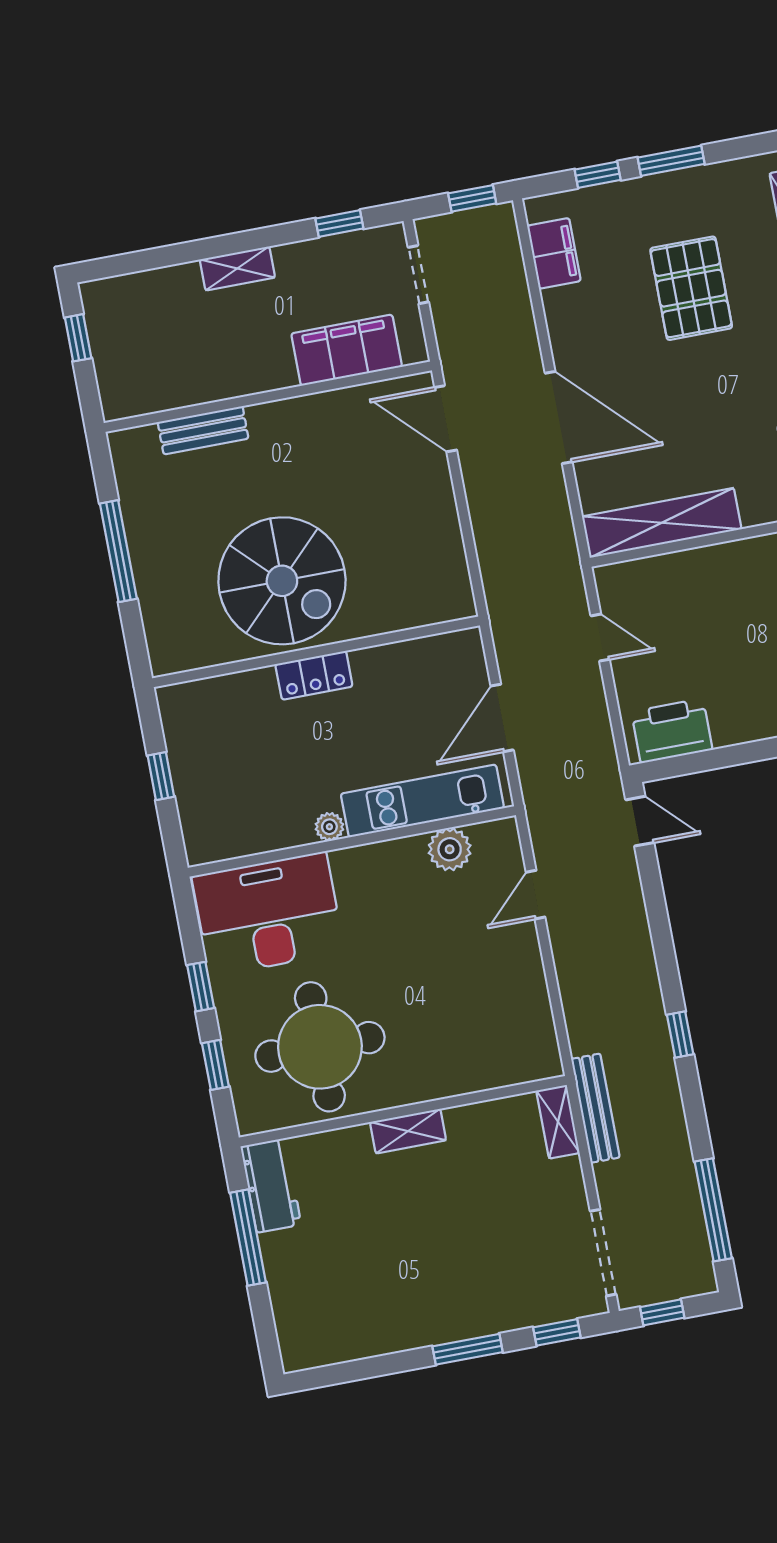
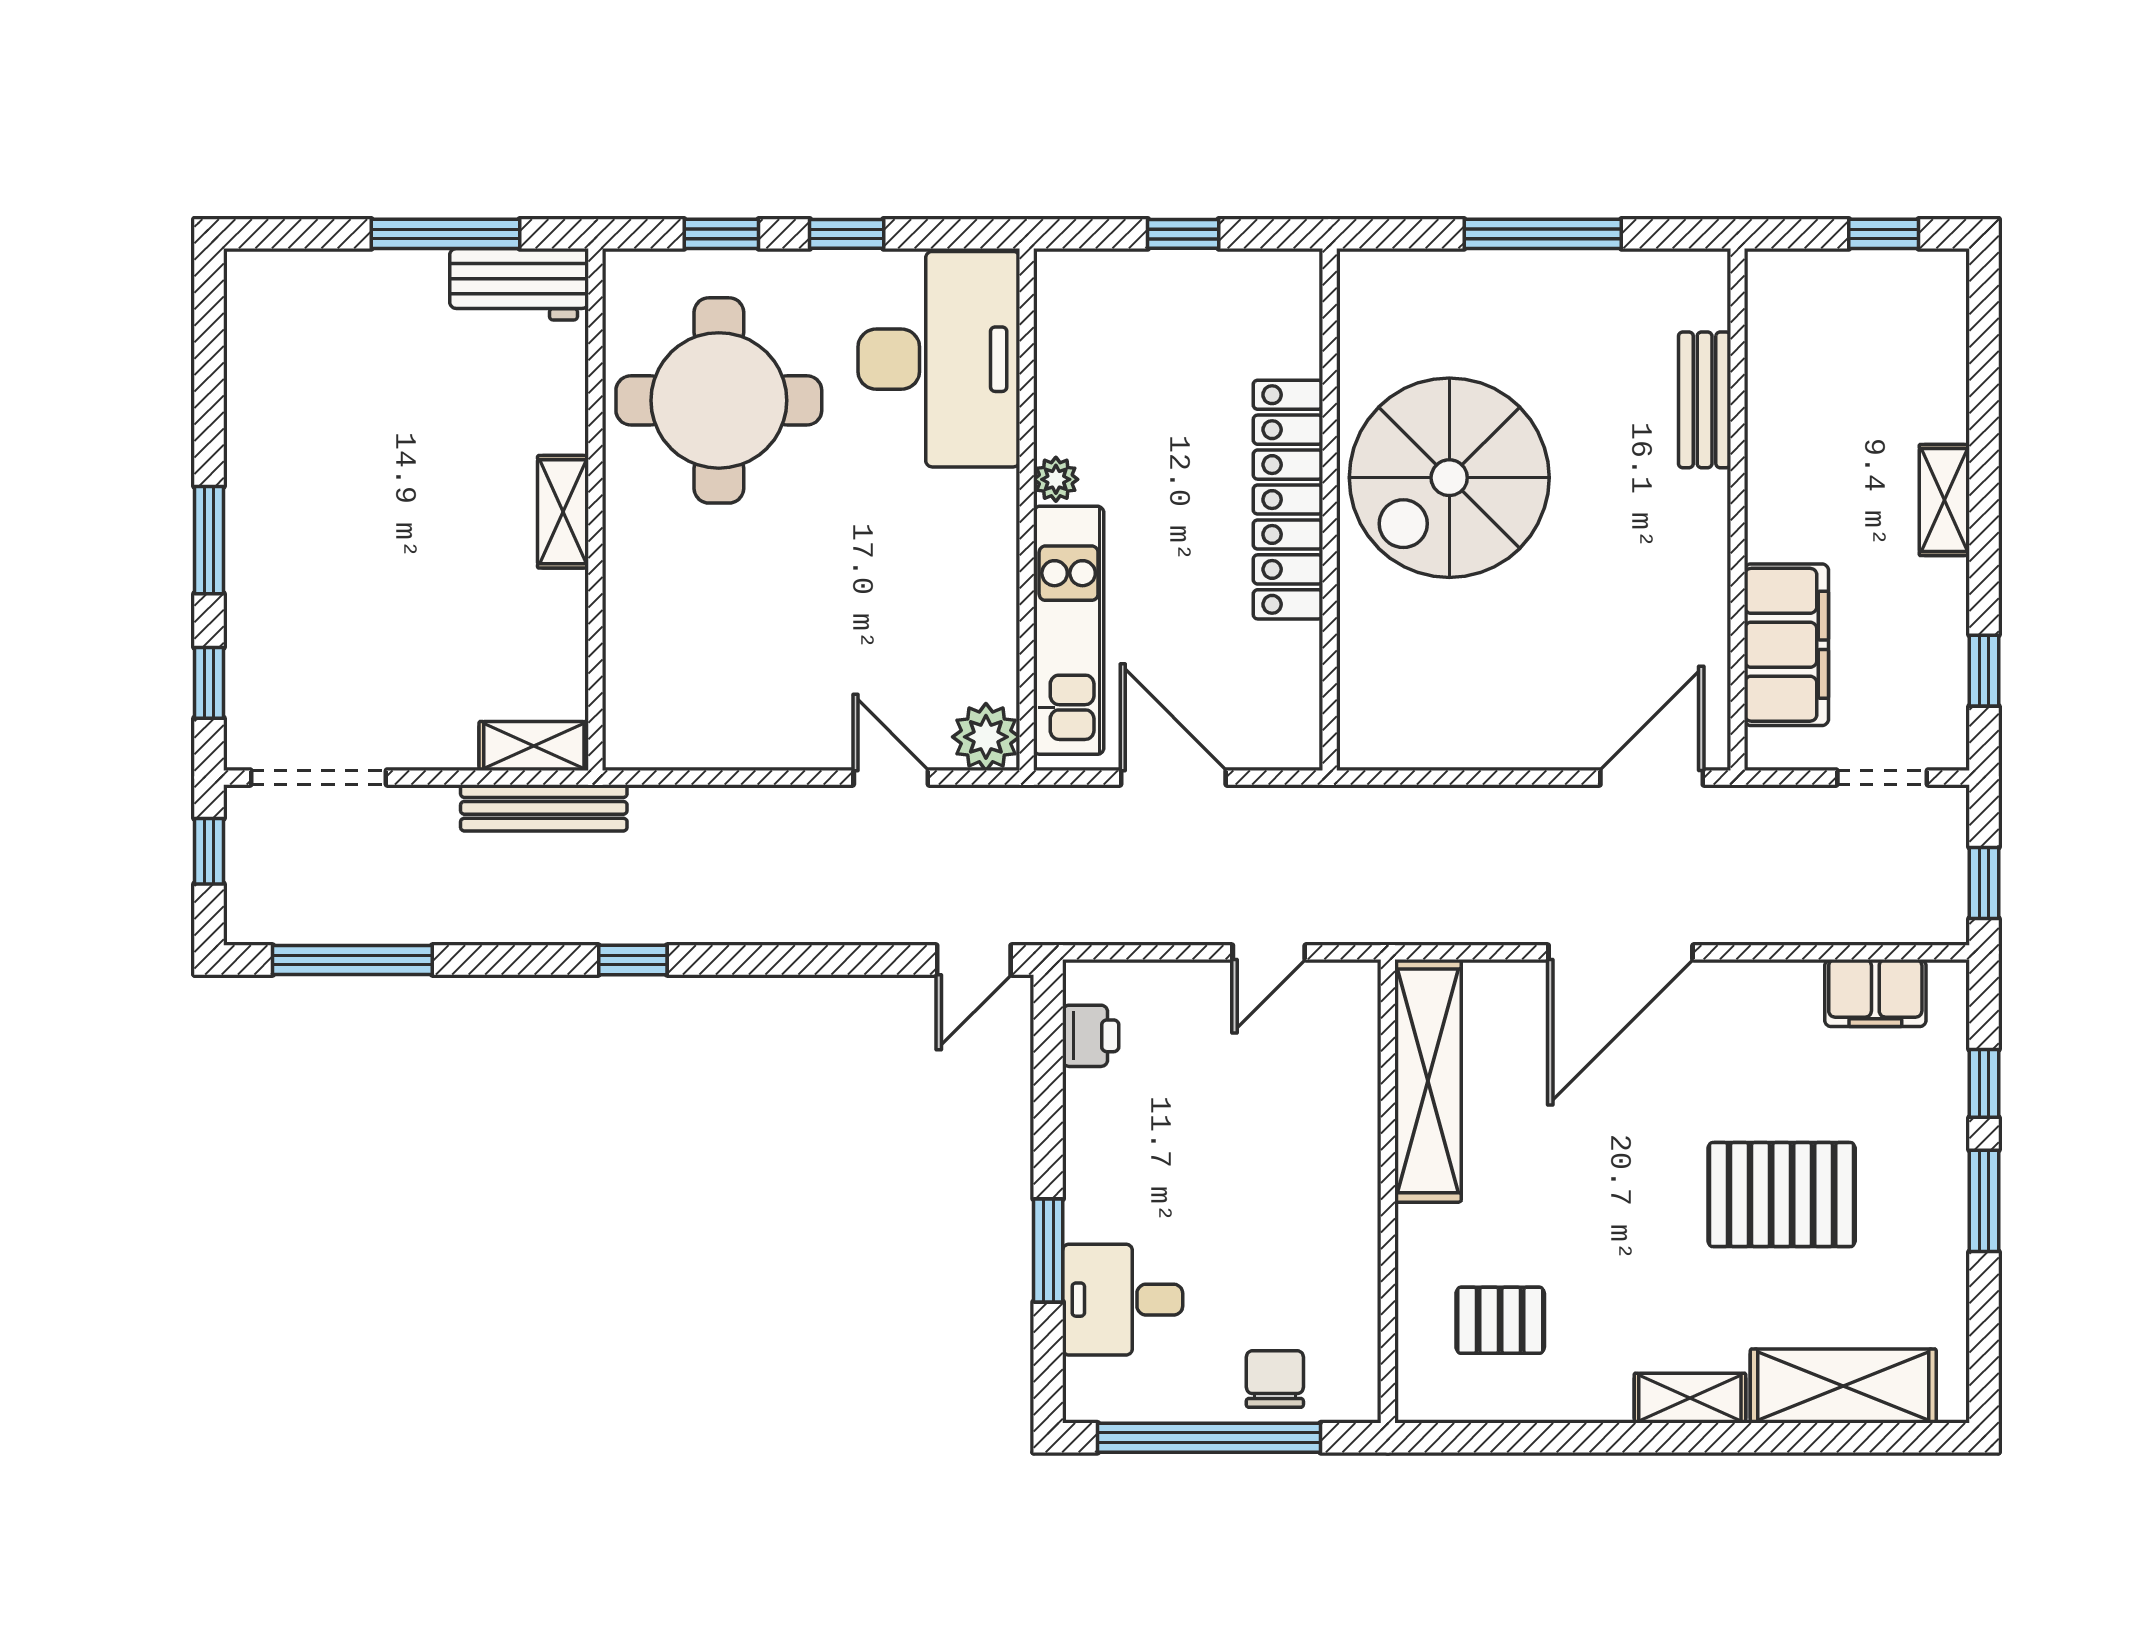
locker: (314, 675) -> (1288, 500), width x2.16, depth x1.21
printer: (672, 731) -> (1091, 1036), width x0.53, depth x0.68
plant: (450, 849) -> (986, 737), moved

